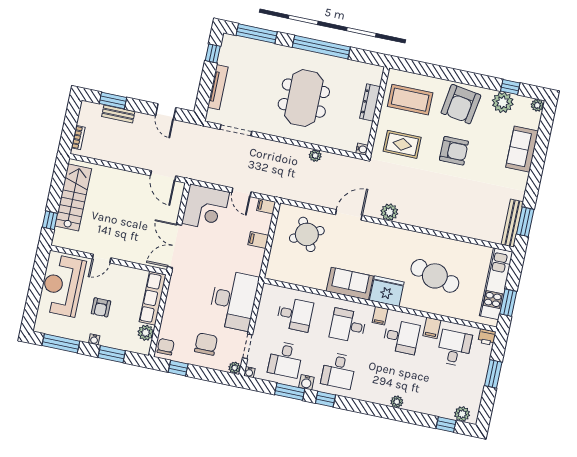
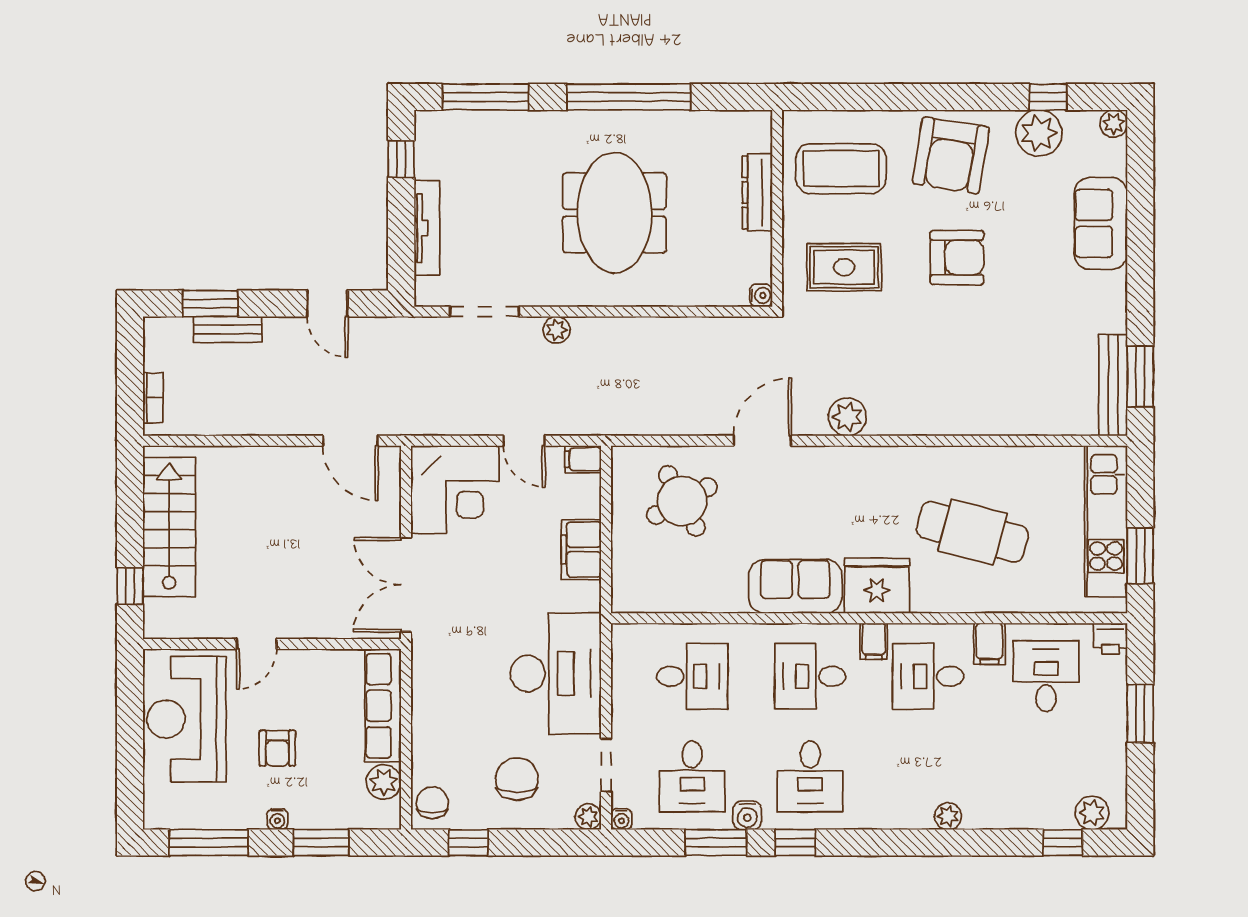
plant: (315, 156) -> (557, 330), moved
filing cabinet: (258, 240) -> (581, 550), width x2.00
desk: (401, 337) -> (928, 676), turned 180

